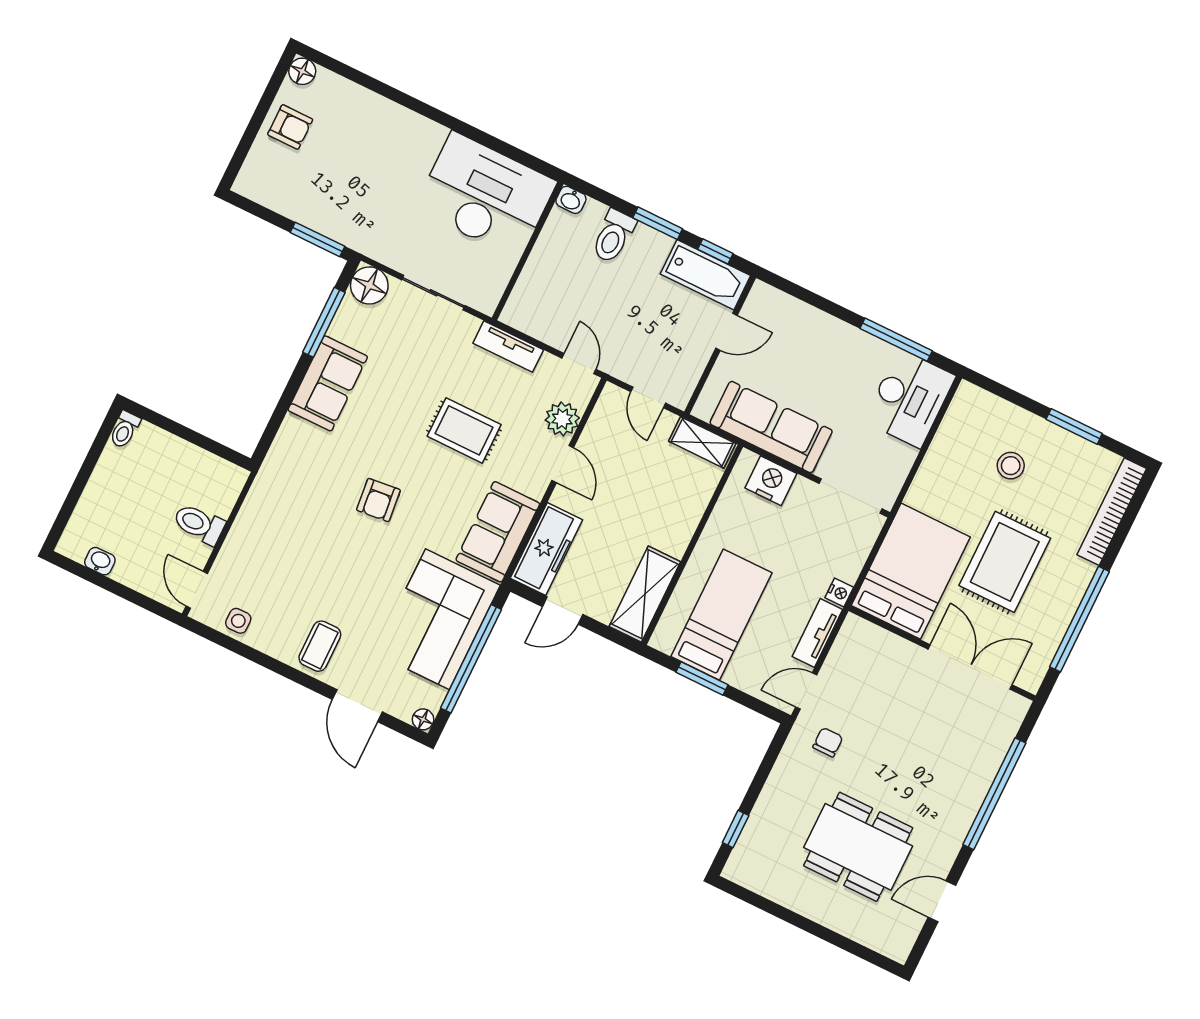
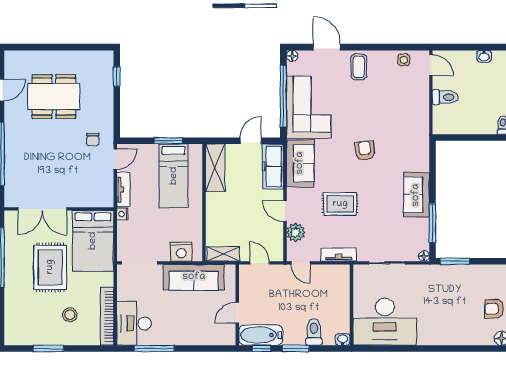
floor lamp: (369, 285) -> (424, 256), width x0.53, depth x0.53
bookcase: (1112, 512) -> (107, 316), moved, turned 180

